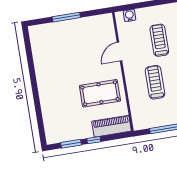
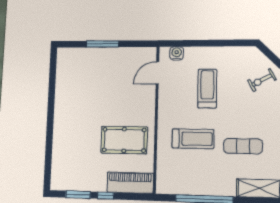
door: (120, 52) -> (157, 73), moved
treadmill: (155, 82) -> (193, 139), turned 90

